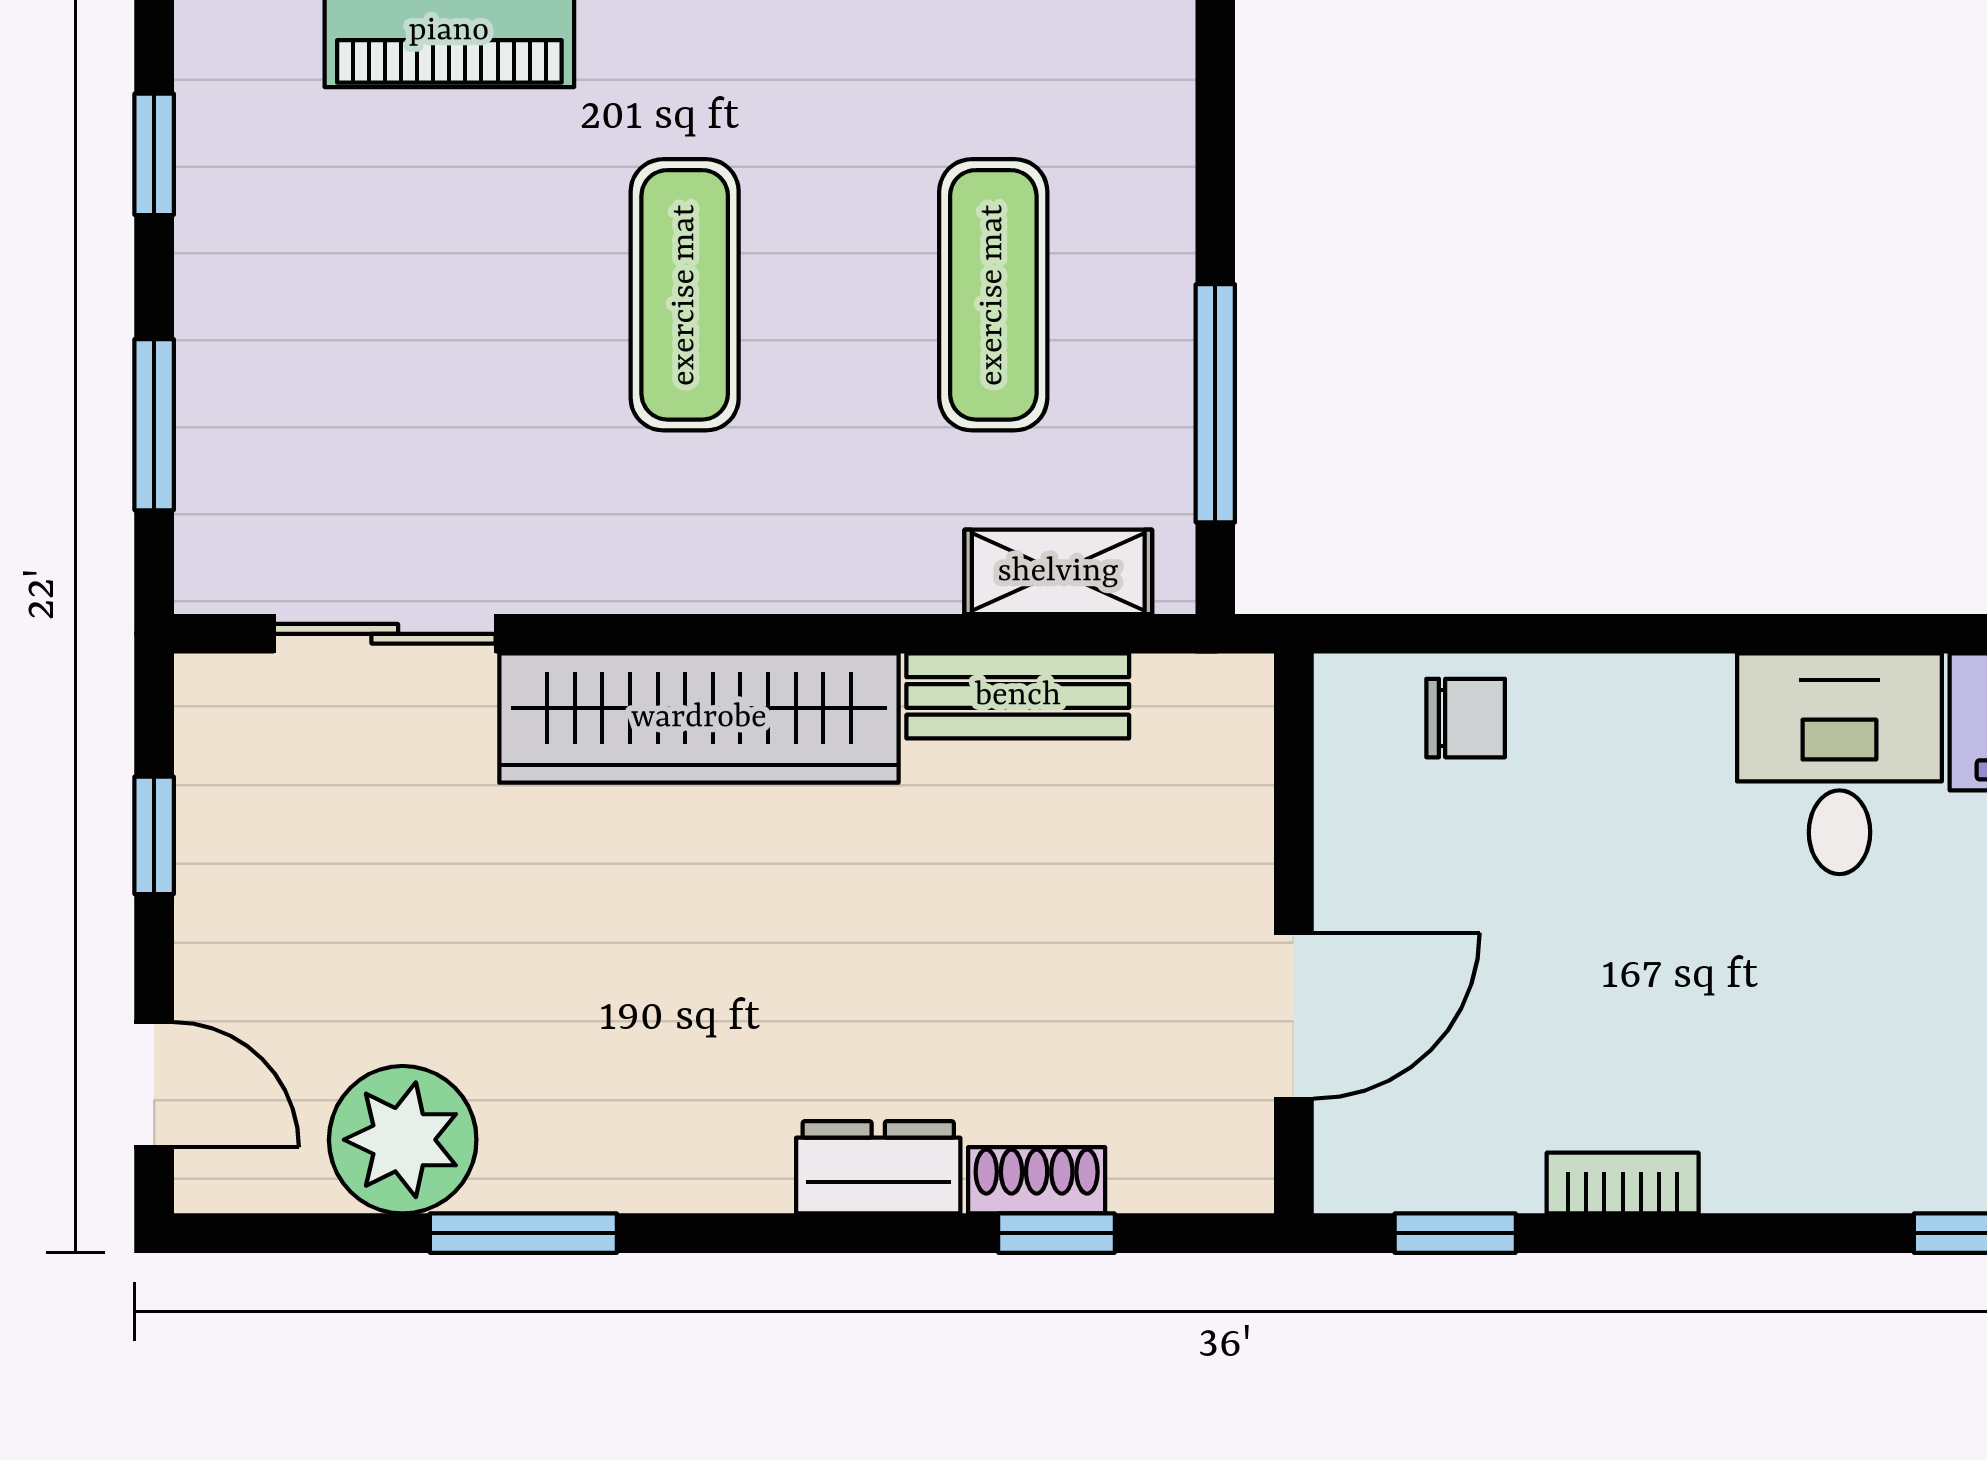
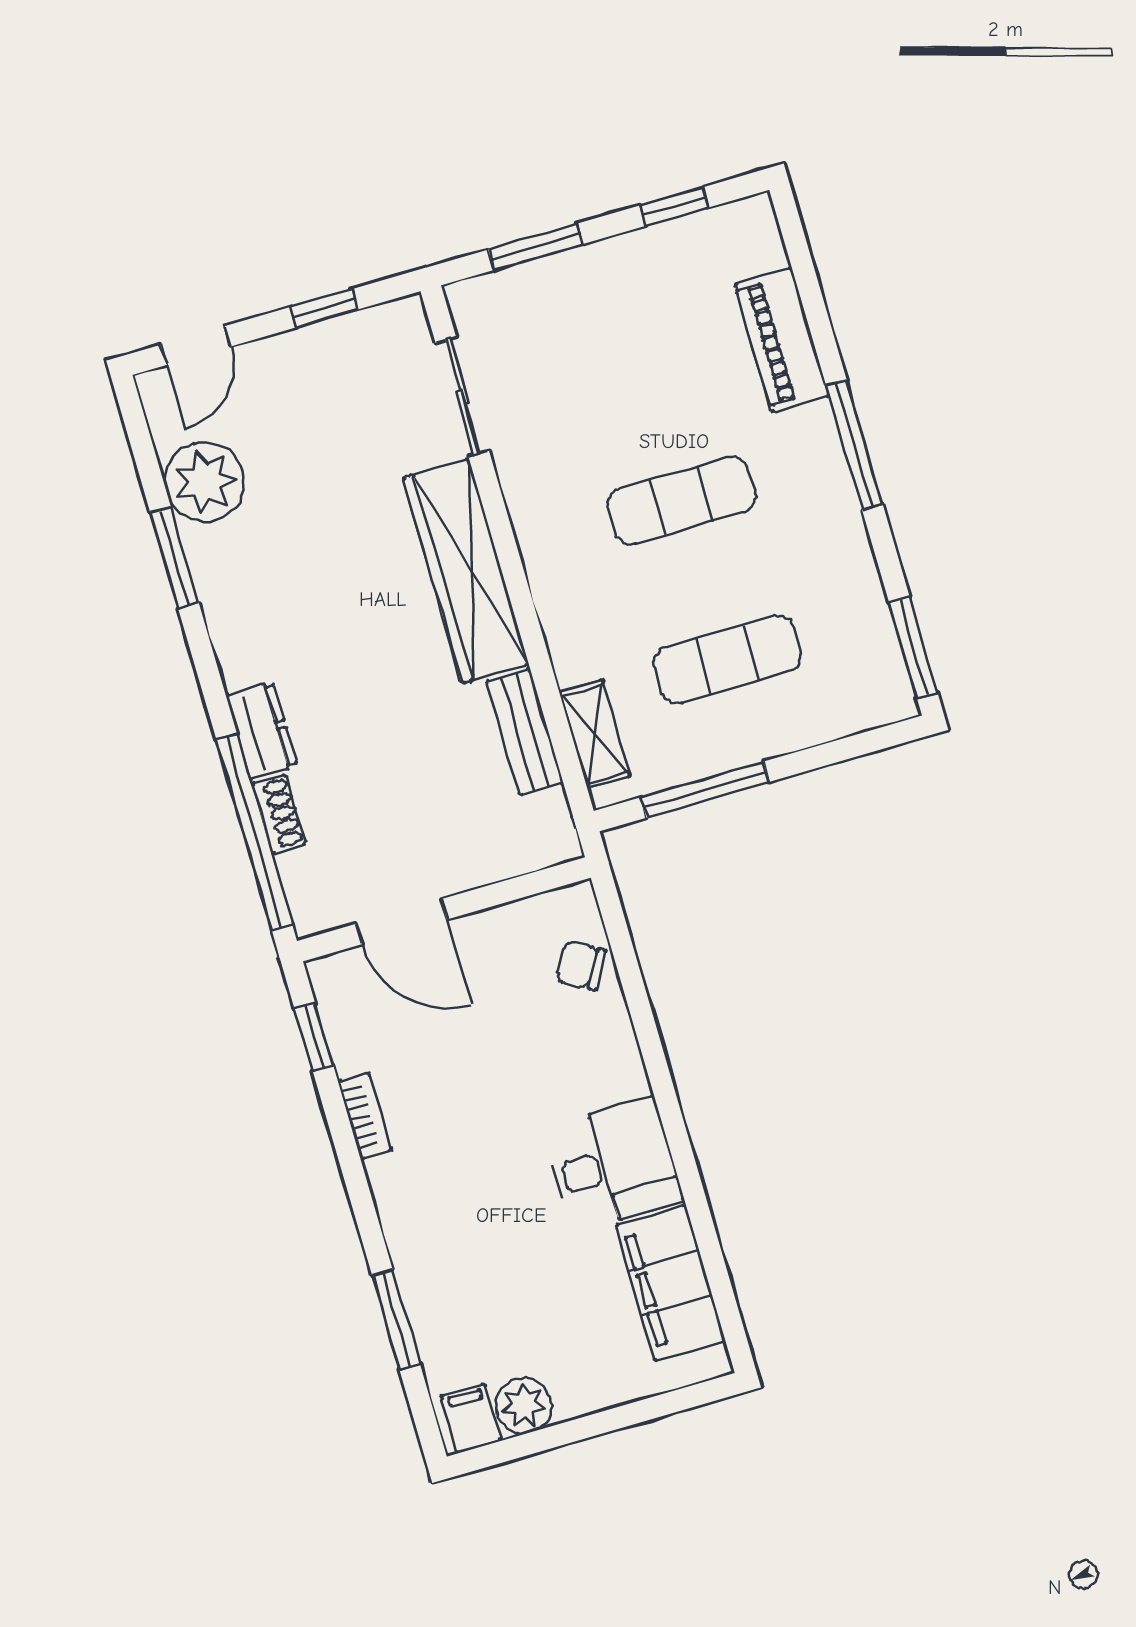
chair: (1466, 718) -> (580, 965), turned 120
window: (1056, 1233) -> (254, 832), width x3.17

